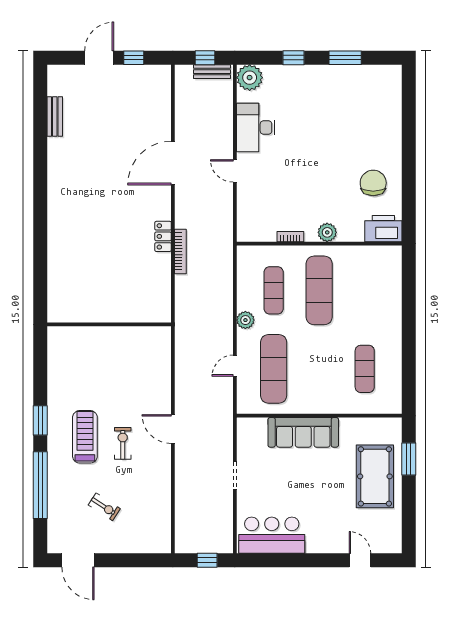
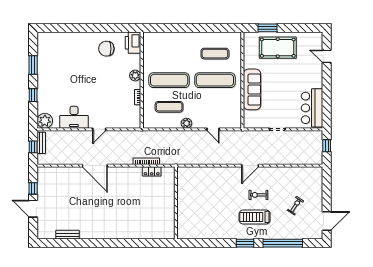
locker: (163, 236) -> (152, 171), moved
wall: (109, 324) -> (176, 203), moved
exercise mat: (274, 369) -> (215, 80), moved
door: (360, 560) -> (327, 56), hinge flipped

